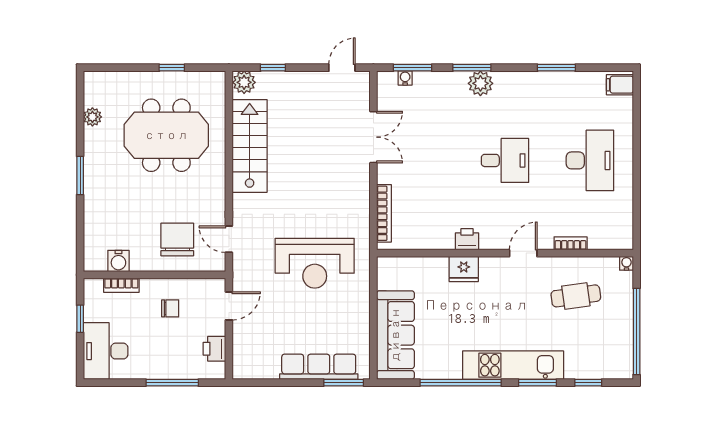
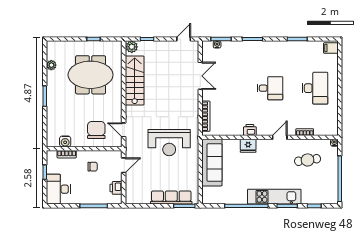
plant: (480, 83) -> (257, 47), removed
sofa: (395, 335) -> (212, 163), moved

